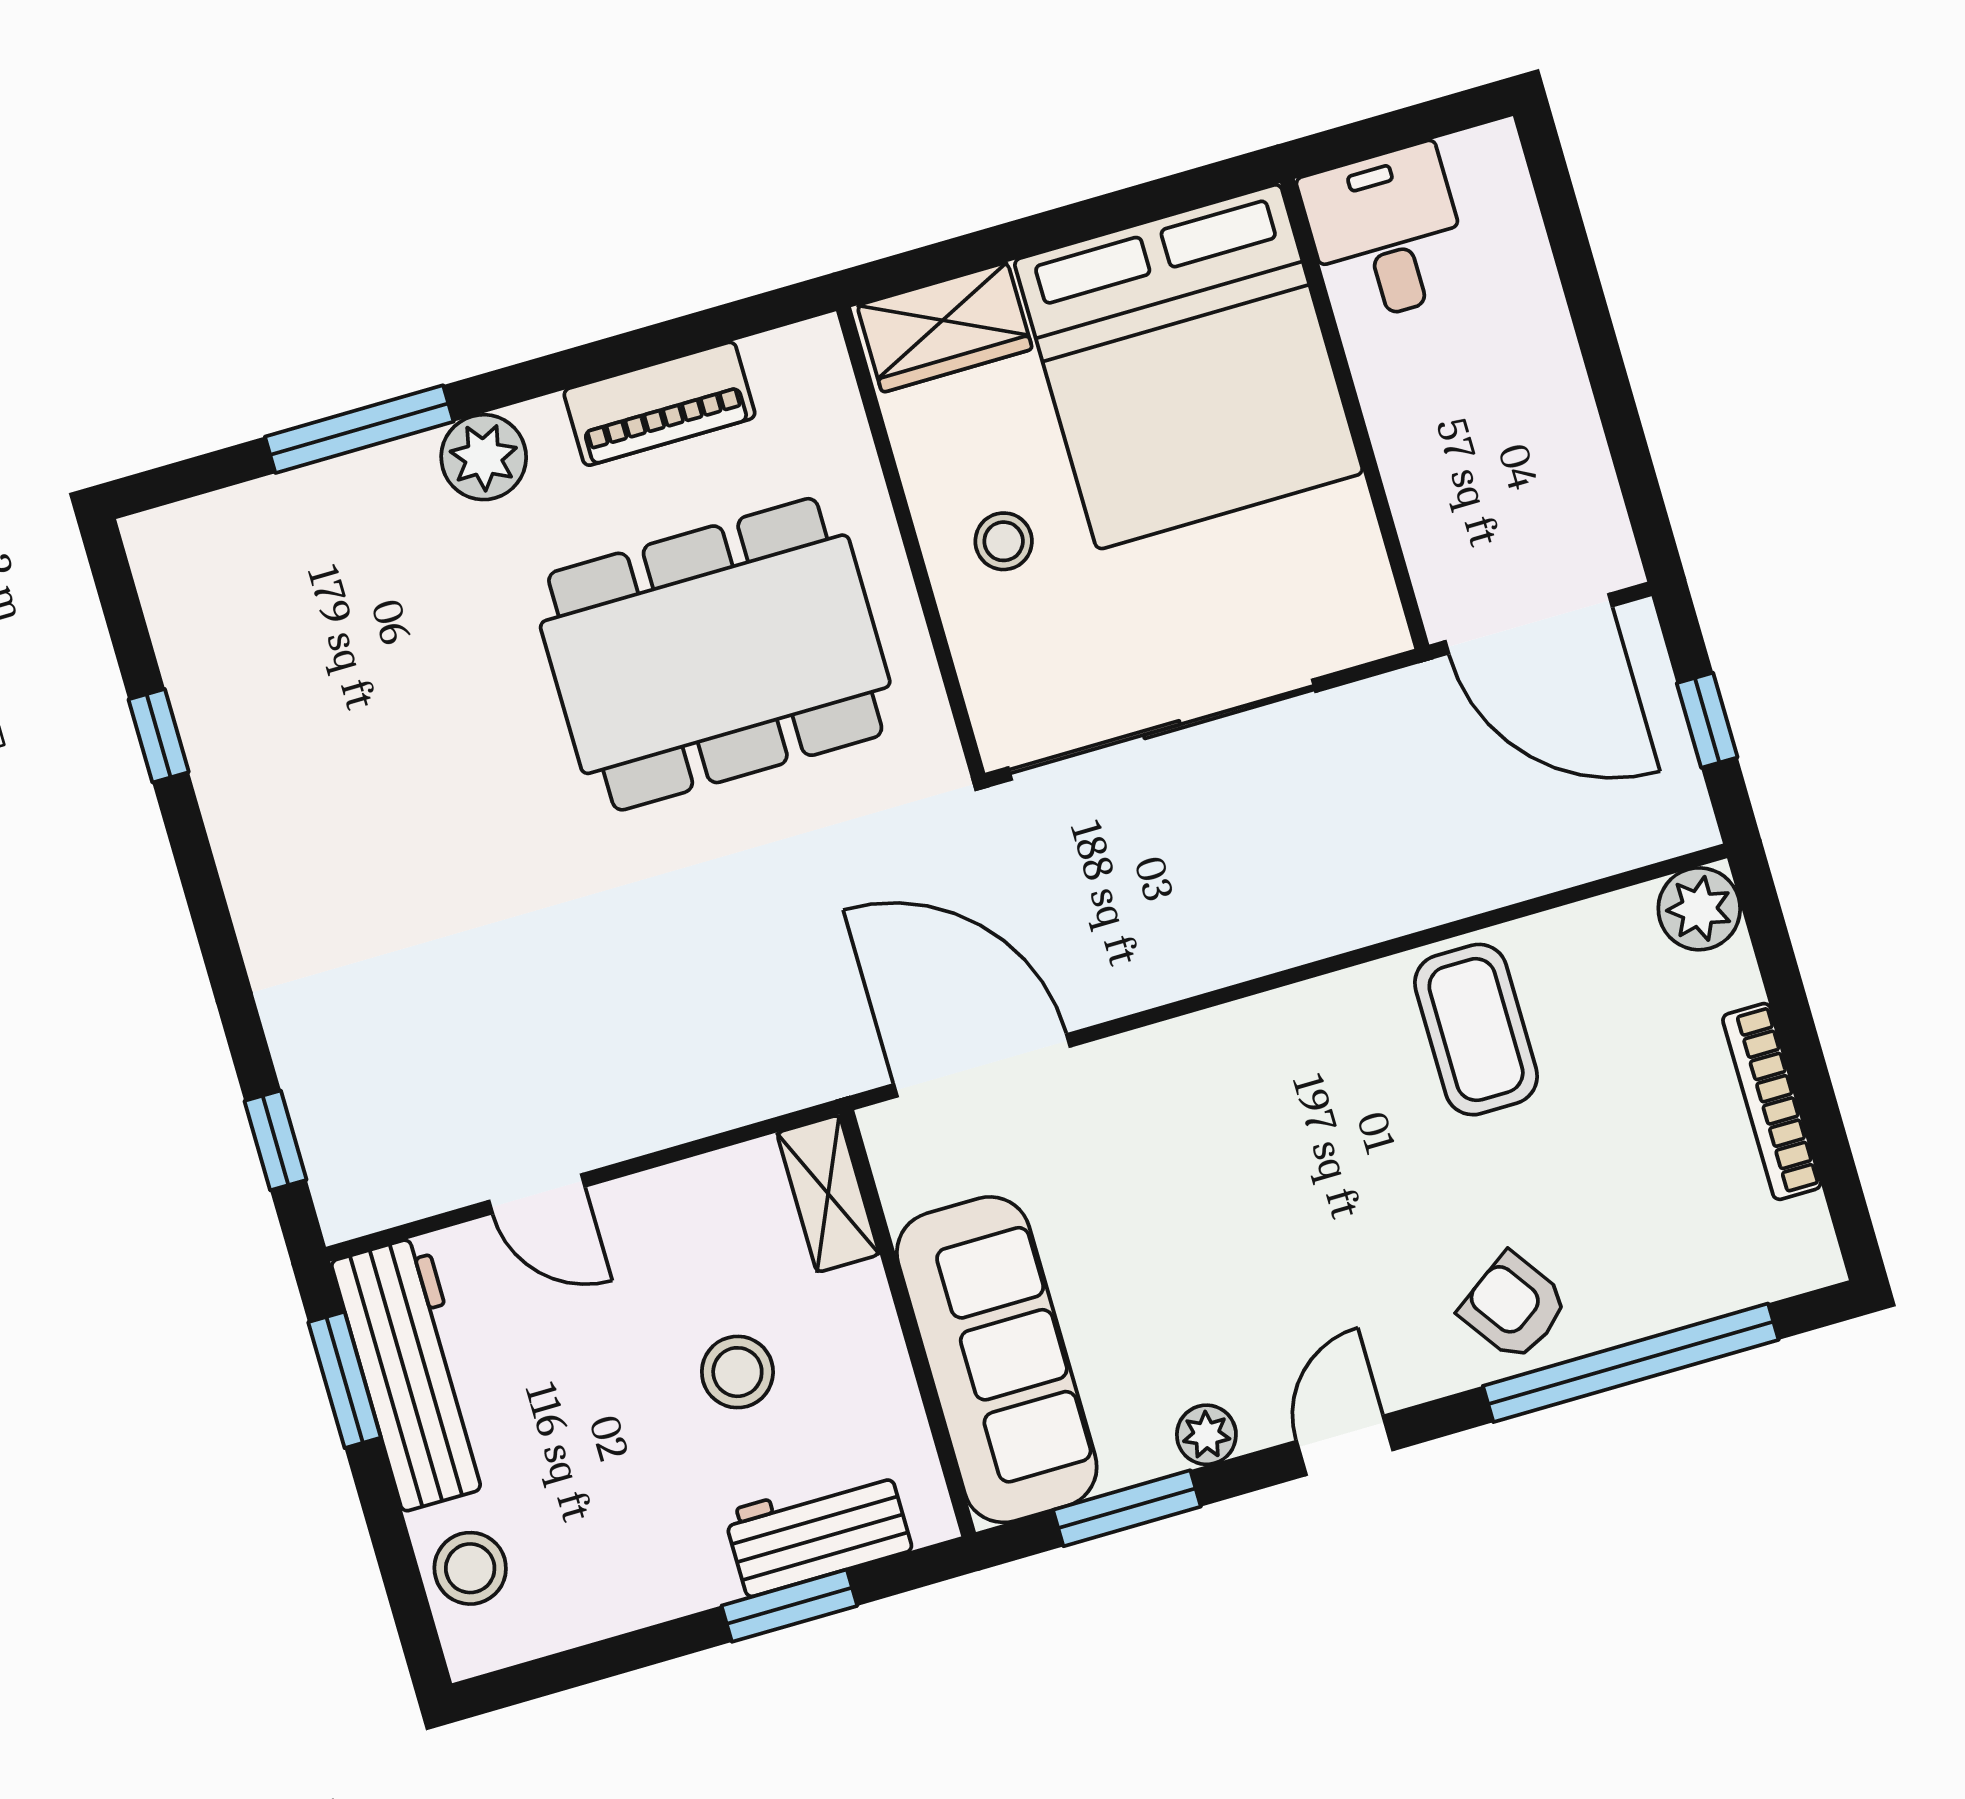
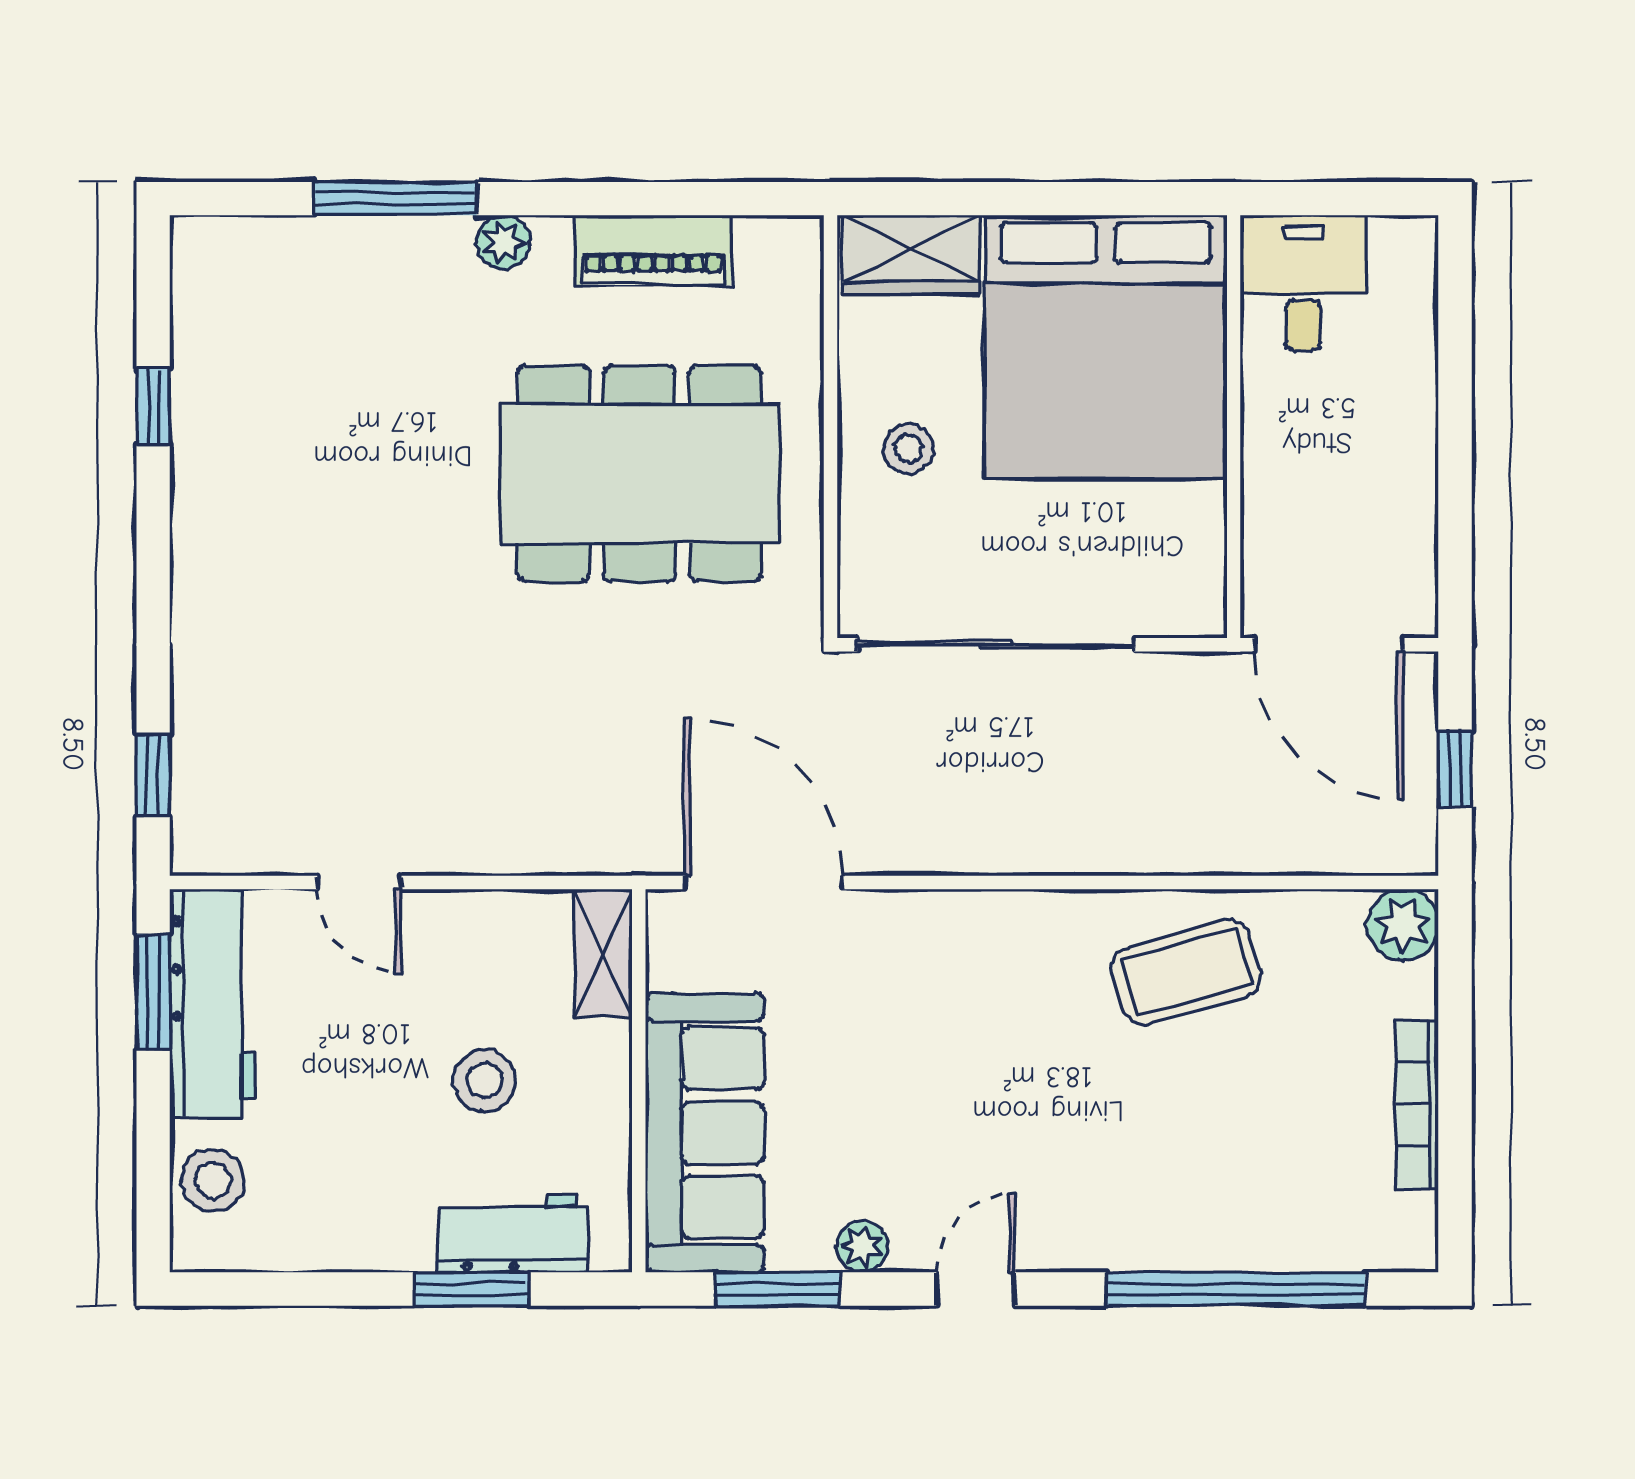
plant: (484, 457) -> (503, 242), width x0.73, depth x0.73
coffee table: (1476, 1030) -> (1186, 972), turned 74
armchair: (1514, 1307) -> (1151, 1214), removed

